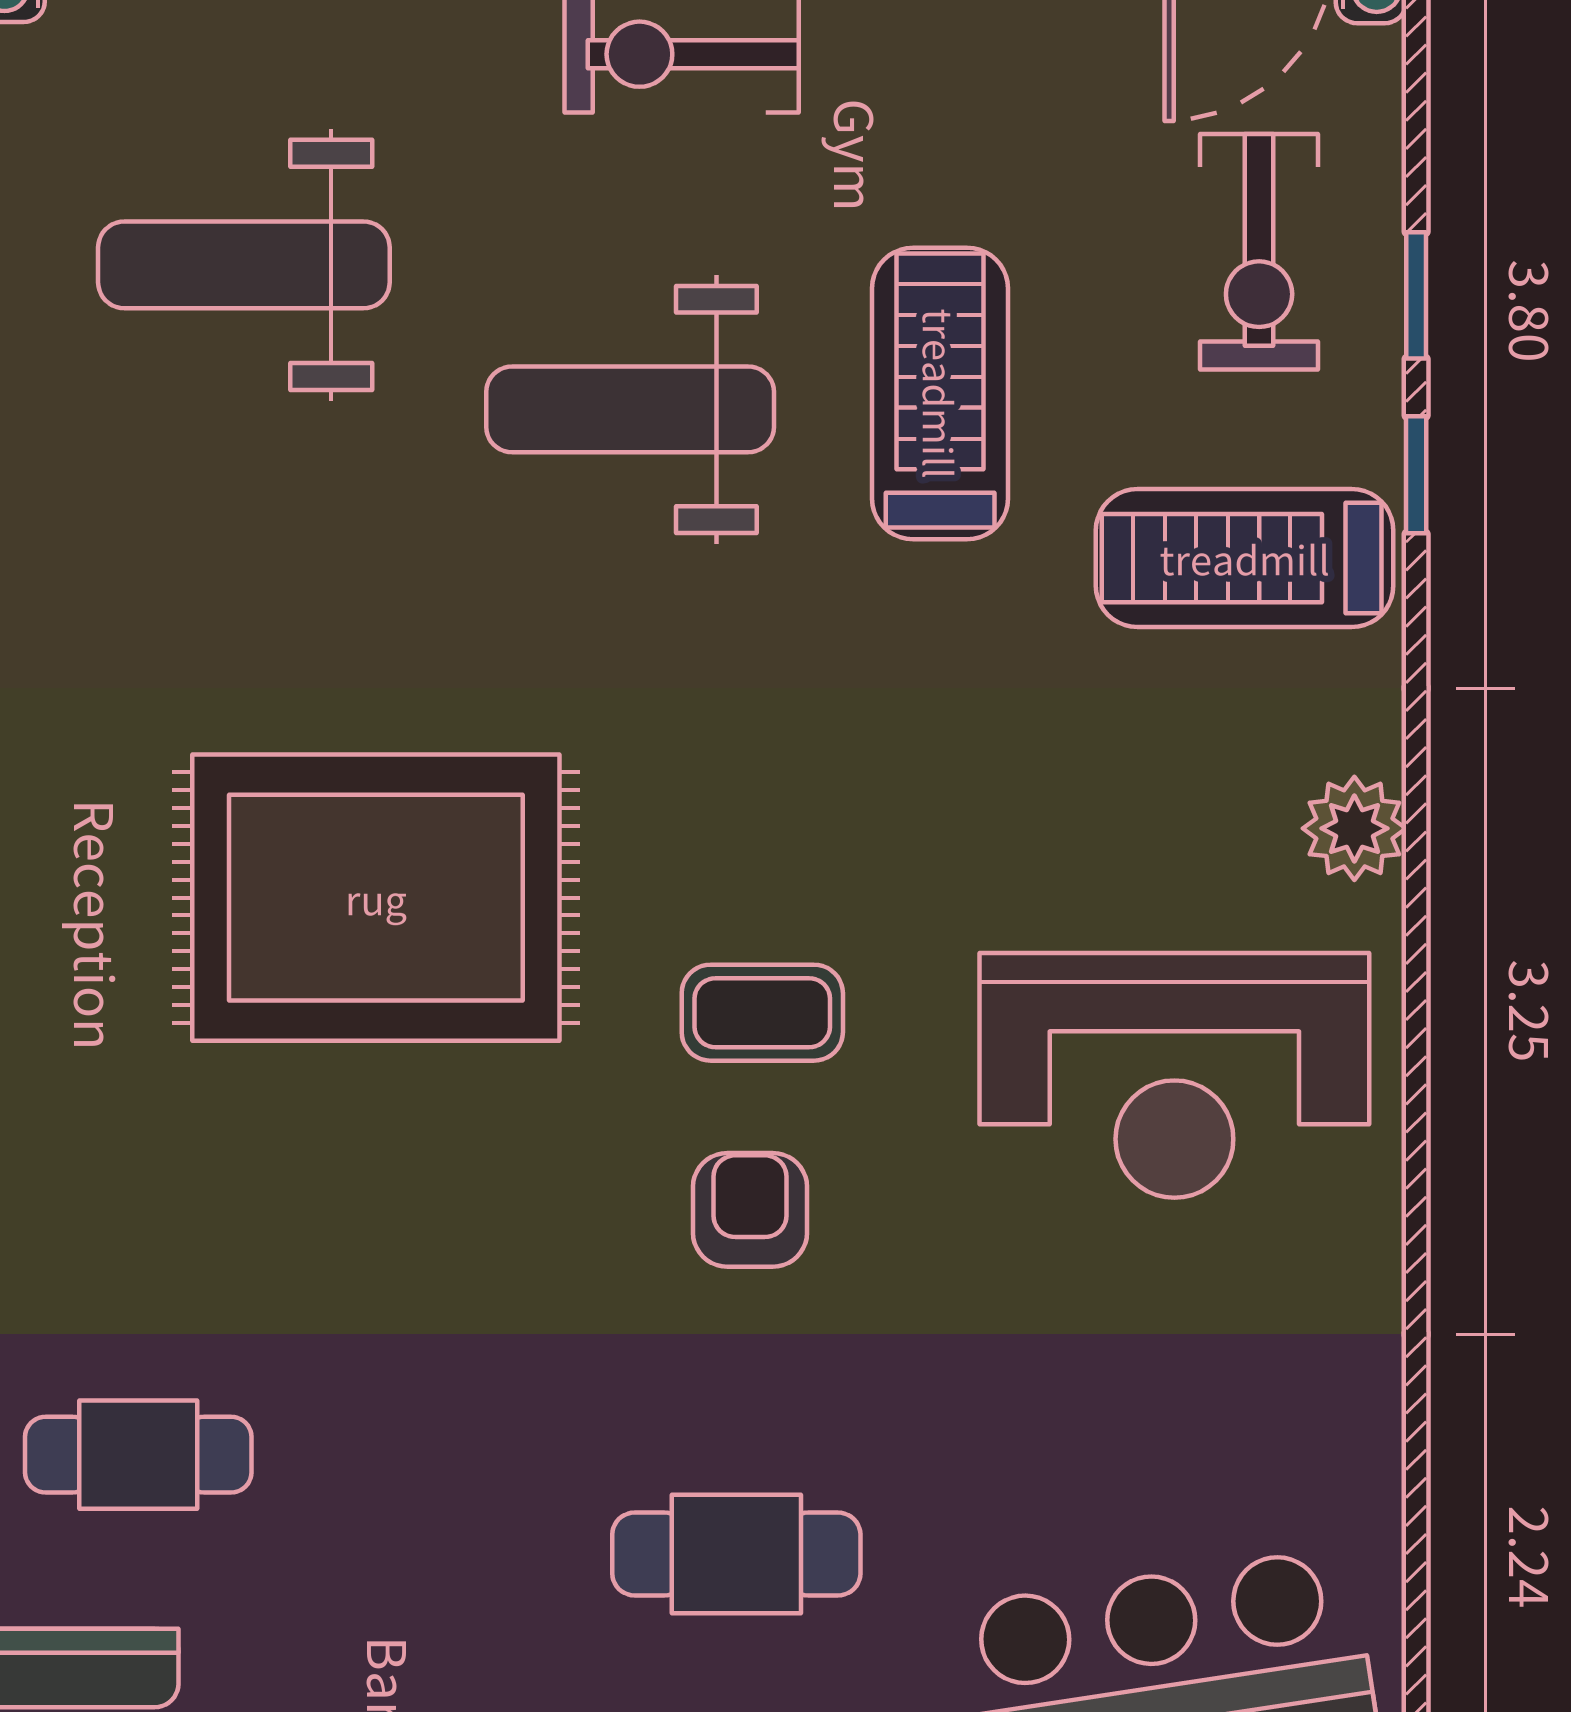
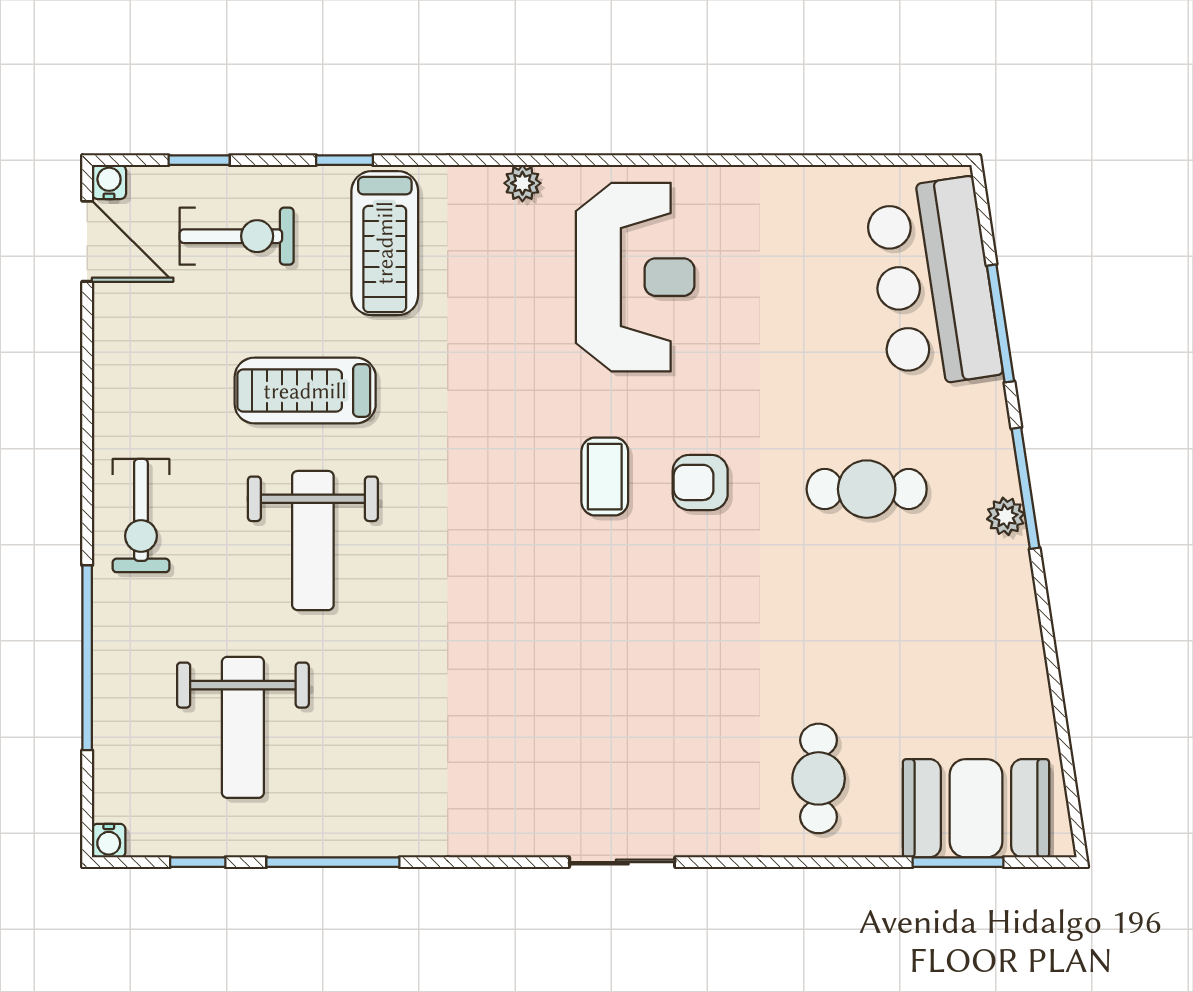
window: (1416, 295) -> (199, 160), moved
plant: (1354, 828) -> (522, 183), width x0.73, depth x0.73
rug: (376, 898) -> (549, 663), removed
cafe table: (736, 1554) -> (867, 489), turned 90

